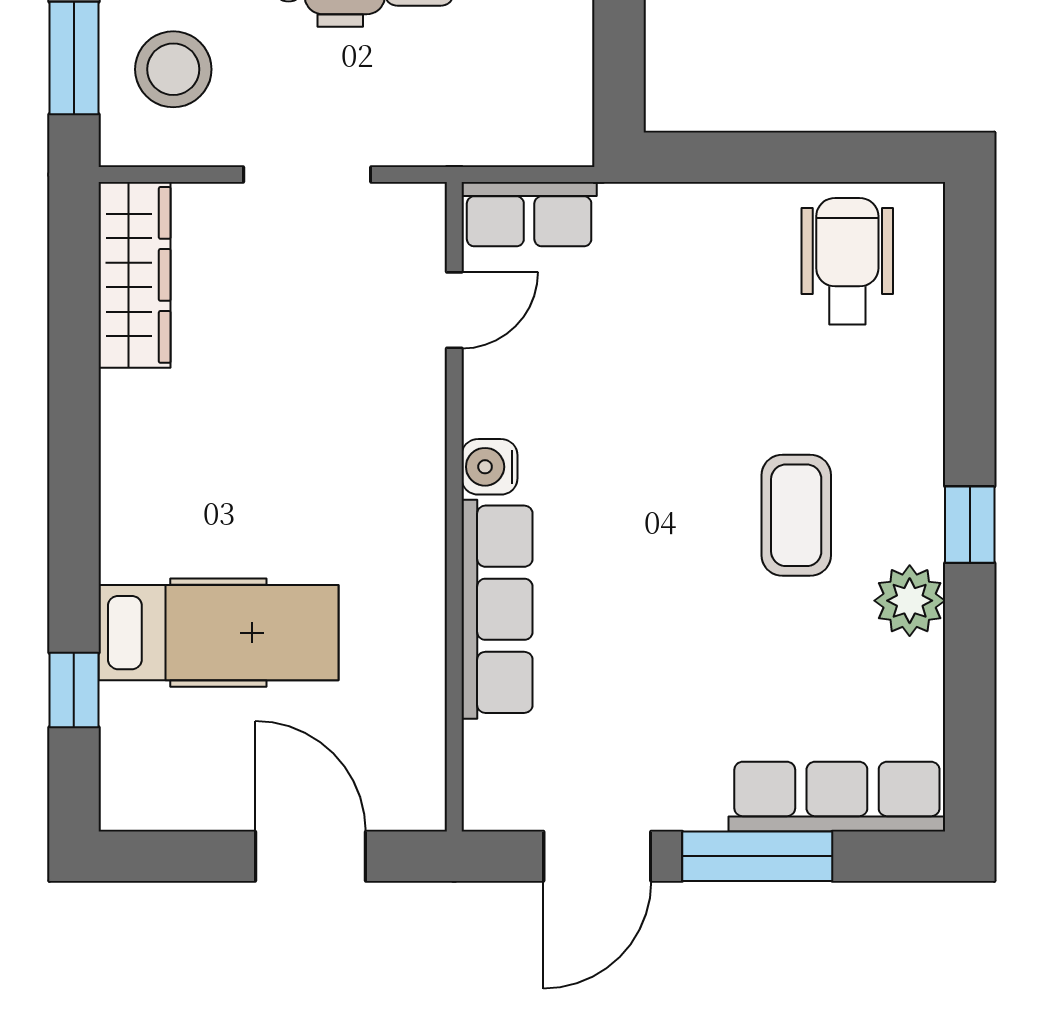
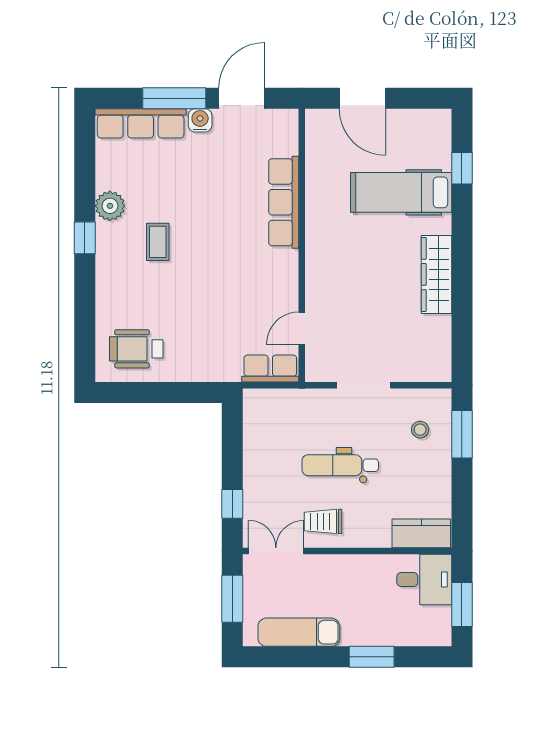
stool: (173, 69) -> (420, 430), width x0.53, depth x0.53
wheelchair: (847, 261) -> (136, 349), turned 90
wardrobe: (134, 275) -> (436, 274), moved
water cooler: (489, 467) -> (200, 120), moved, turned -90
coffee table: (796, 515) -> (158, 242), width x0.73, depth x0.77

